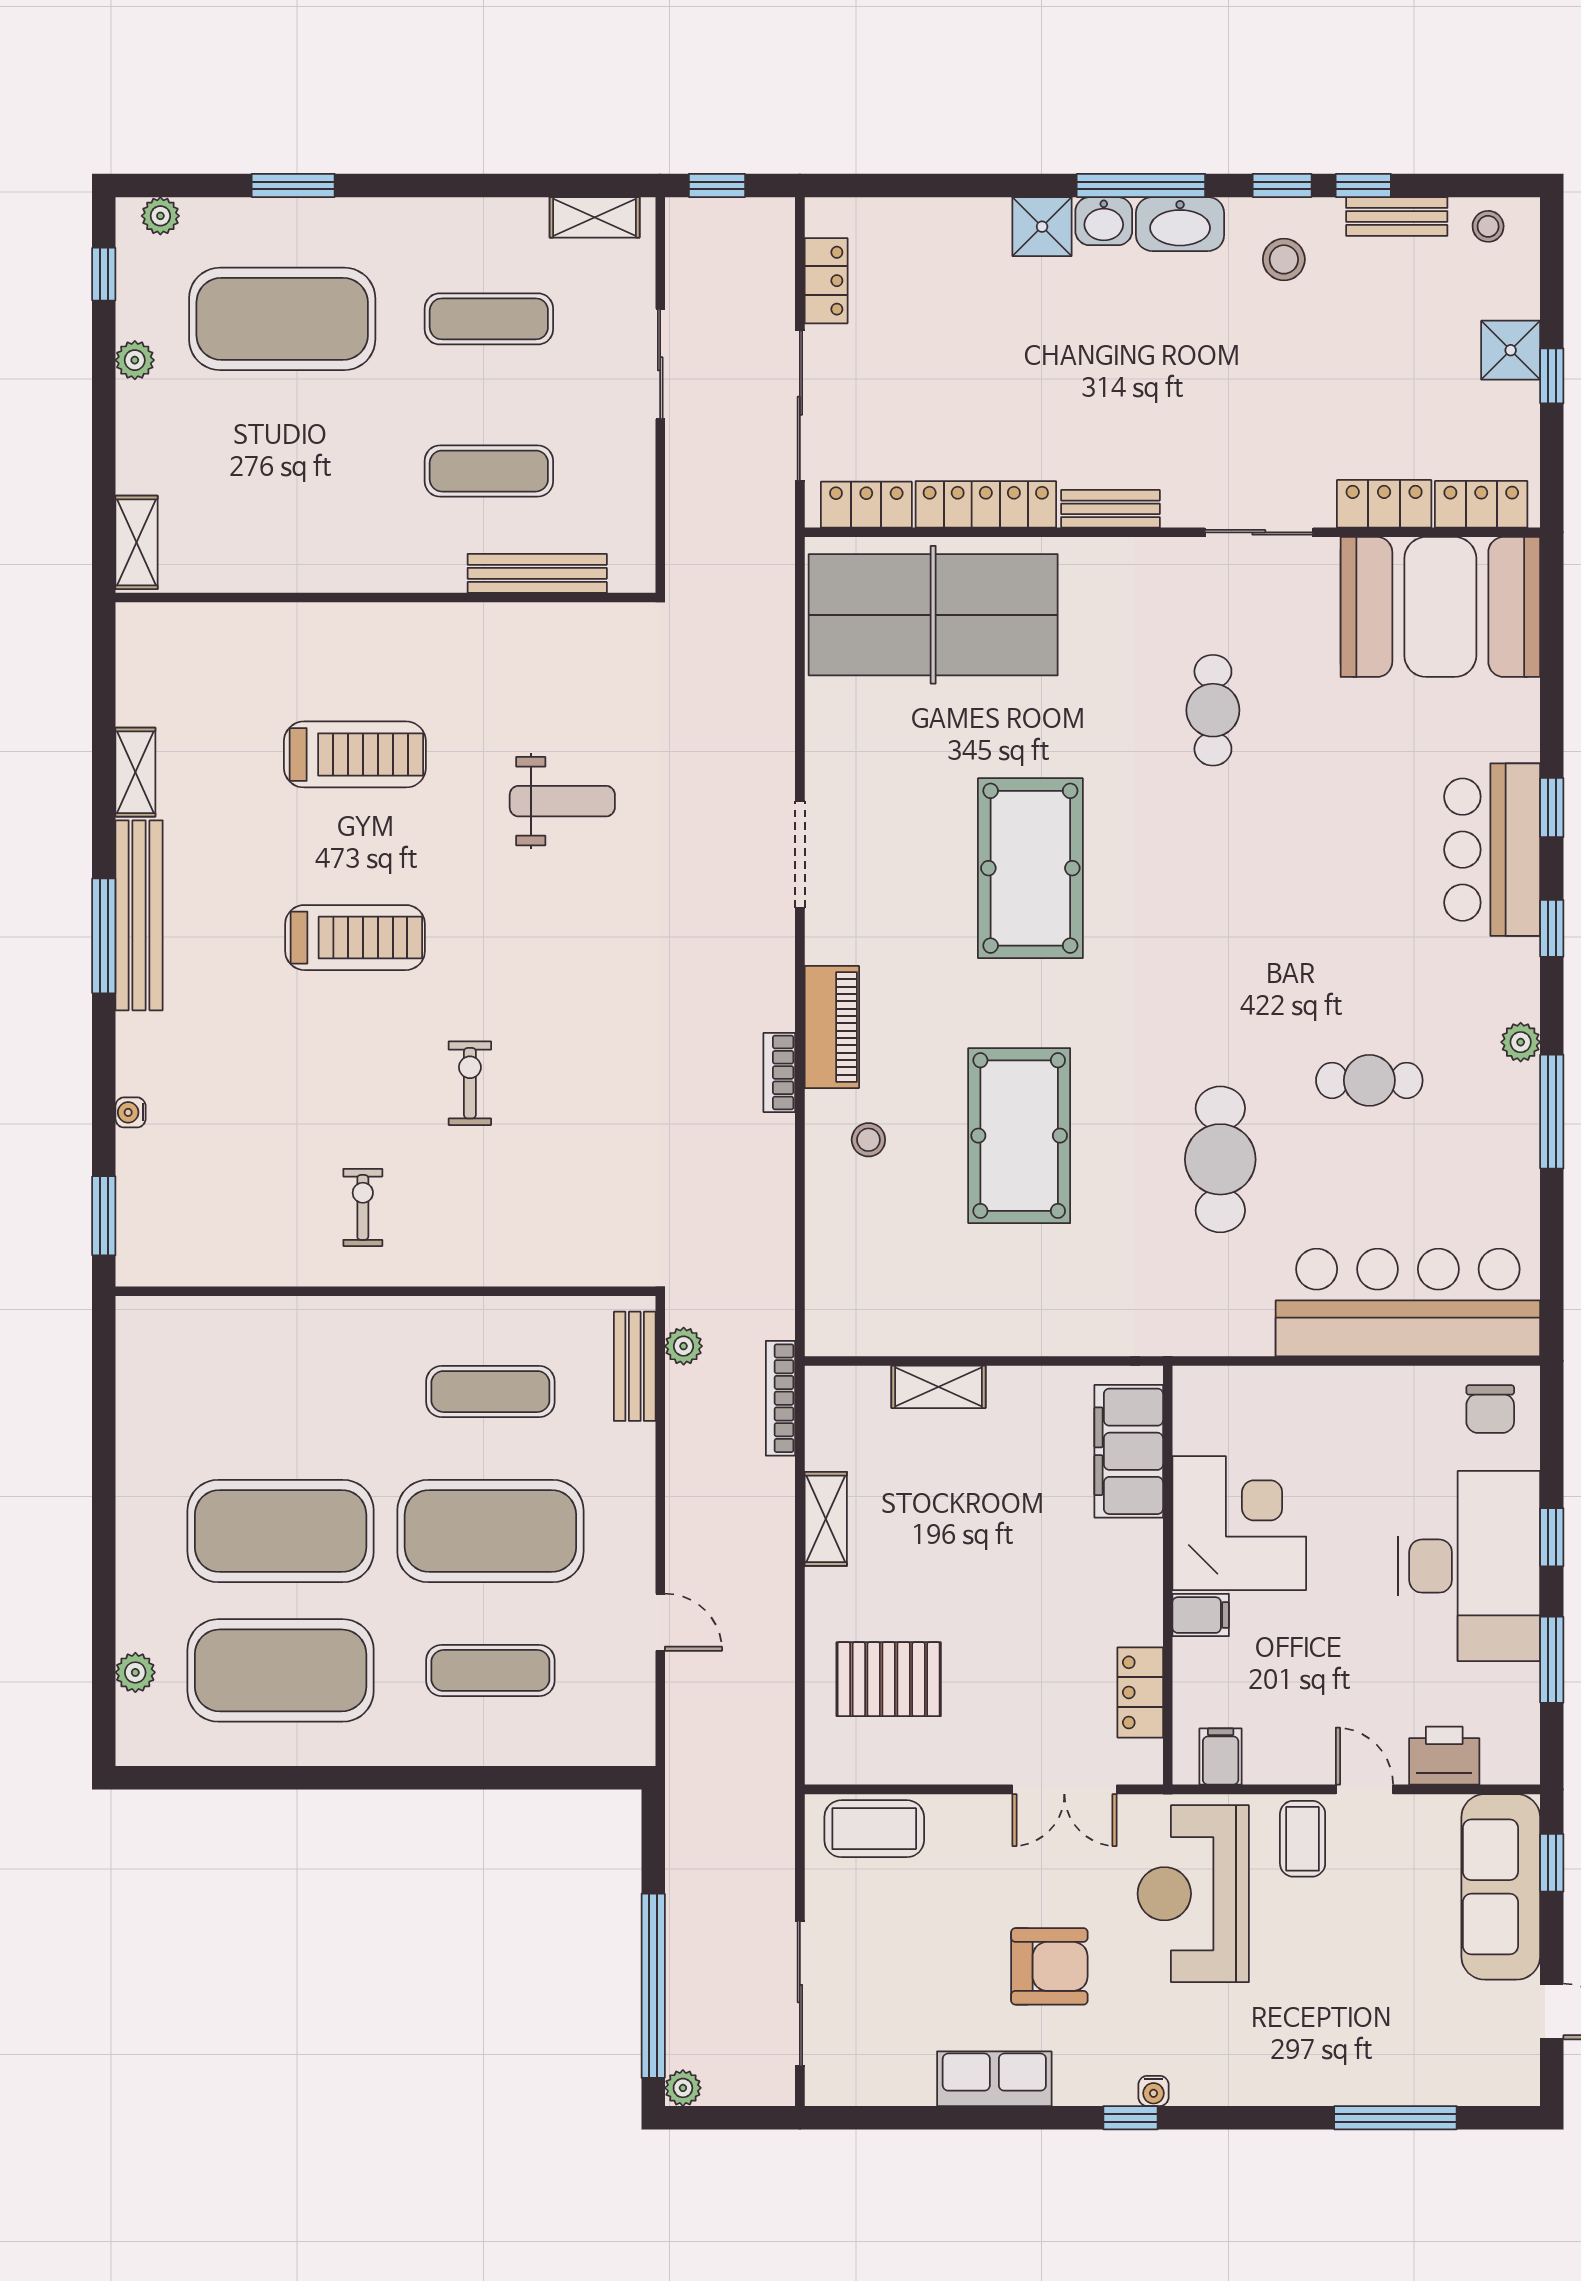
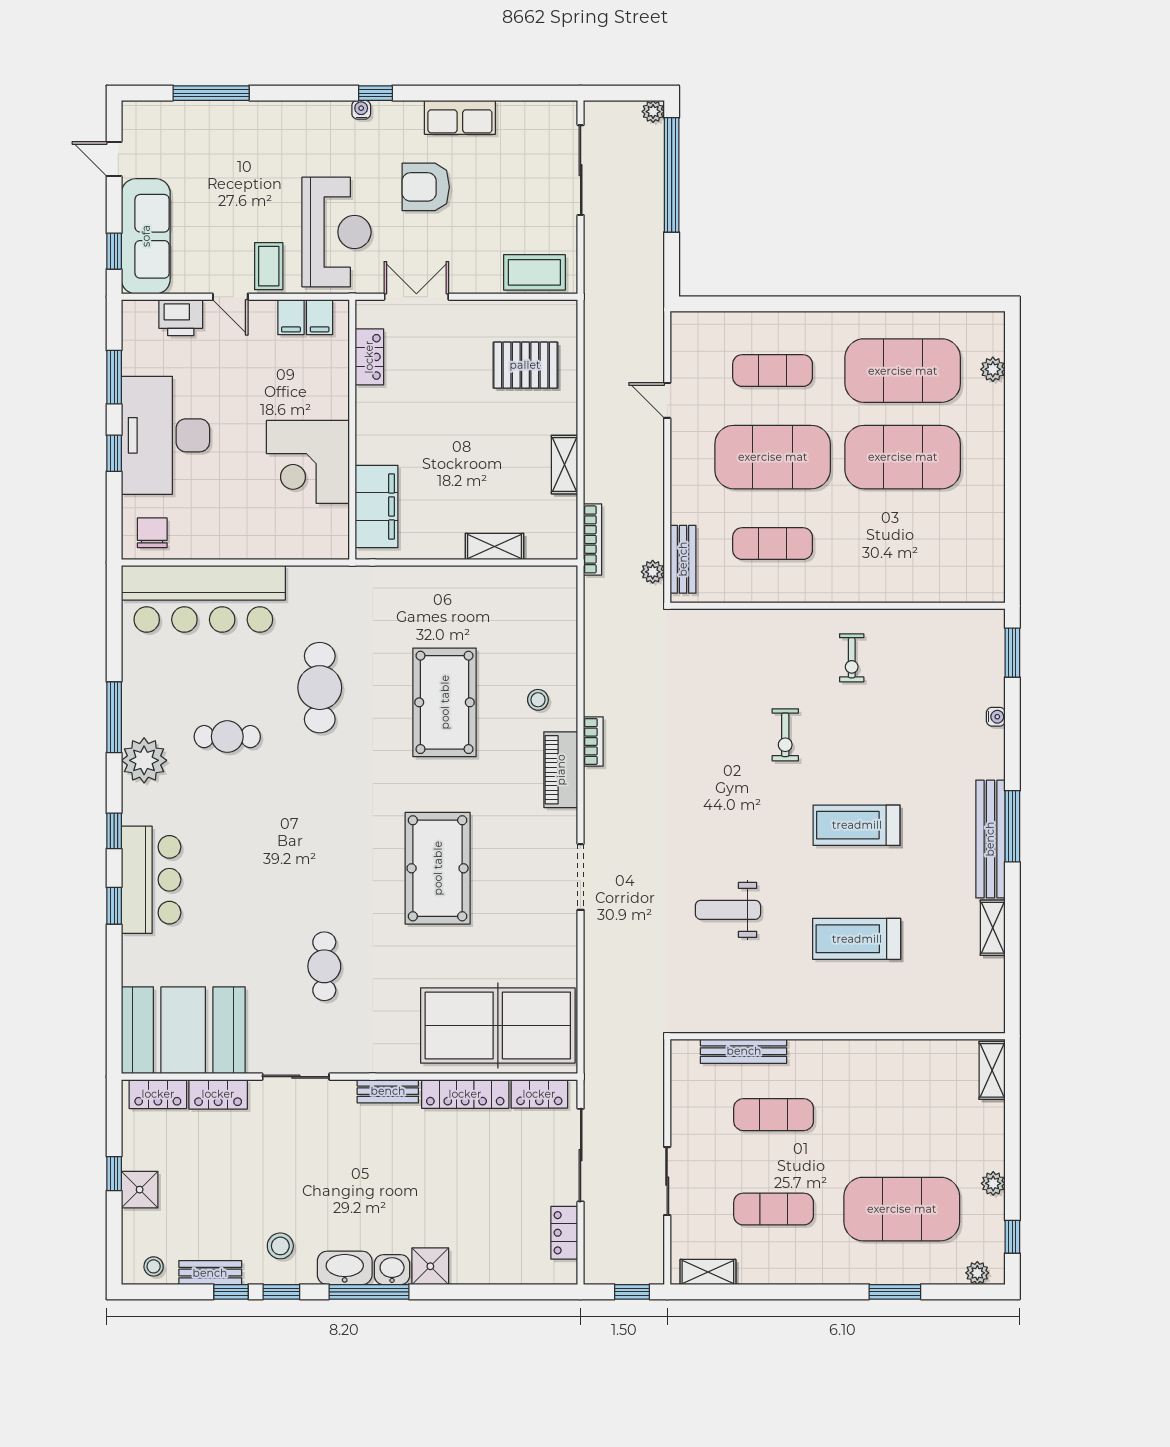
plant: (1521, 1042) -> (144, 760), width x1.88, depth x1.88
filing cabinet: (1201, 1615) -> (291, 317), moved, turned -90

